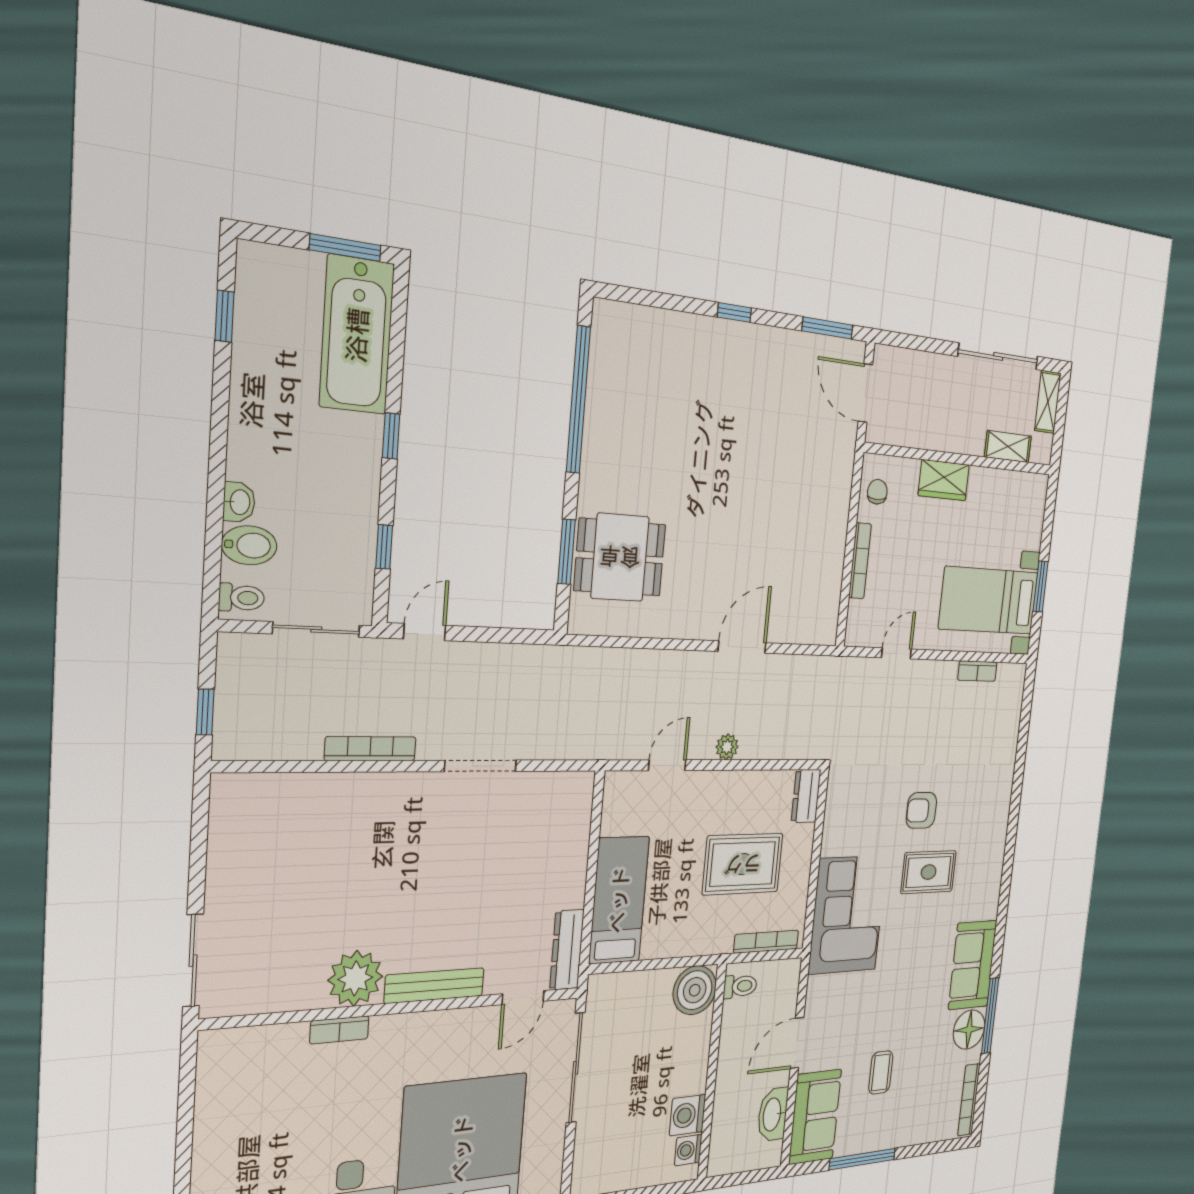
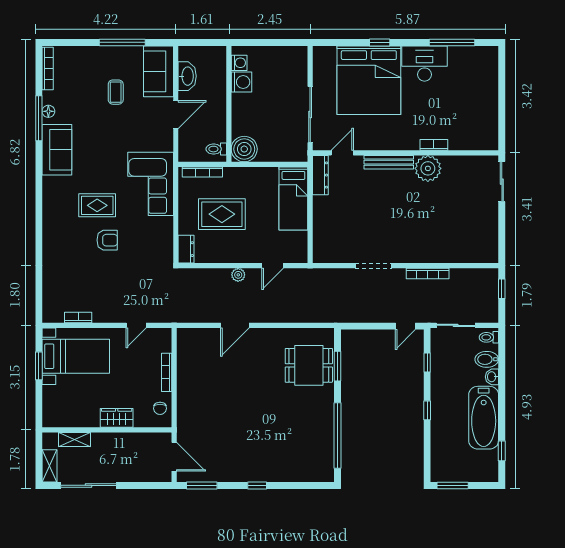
bathtub: (357, 335) -> (484, 418), moved, turned 180
floor lamp: (969, 1030) -> (48, 111), width x0.53, depth x0.53

